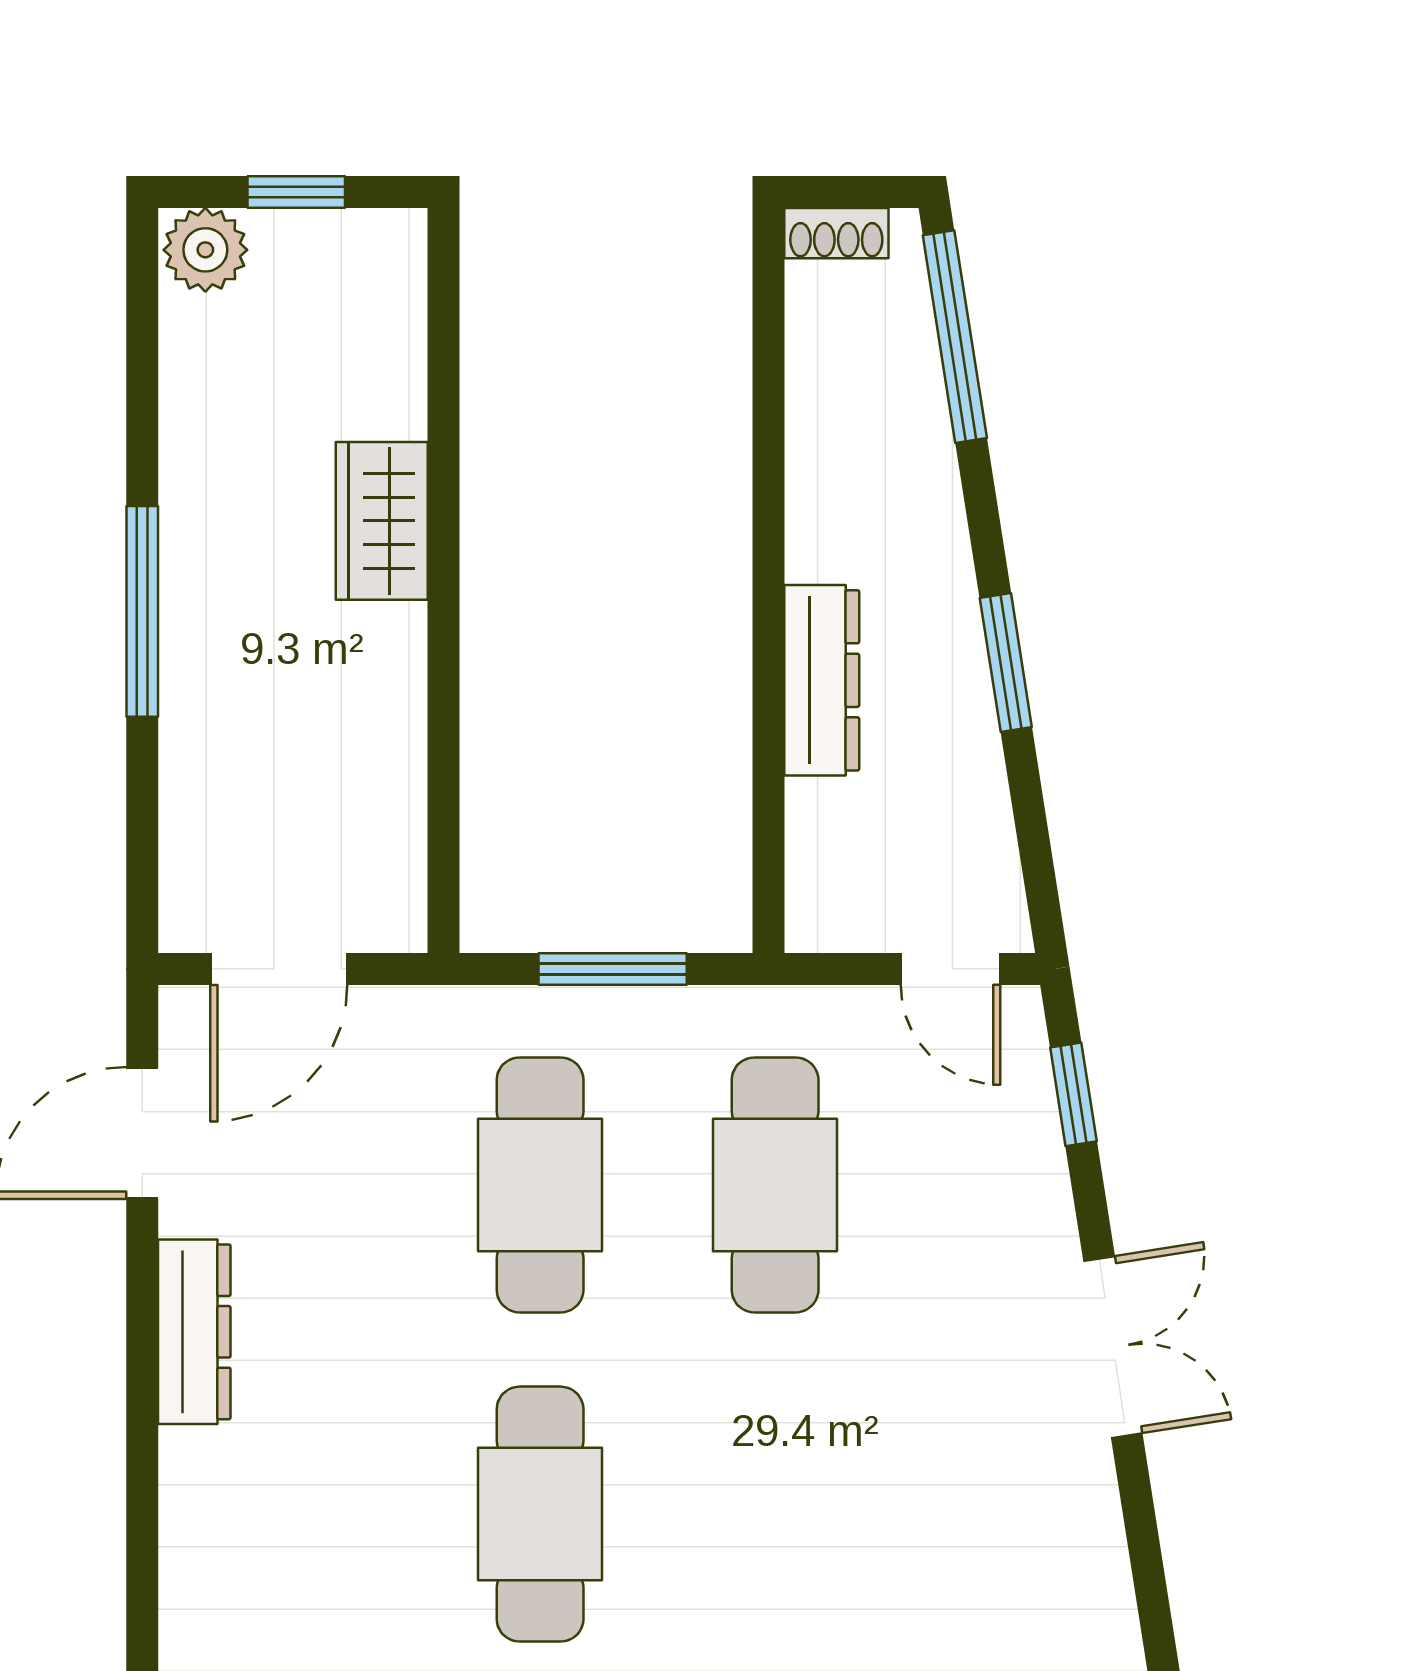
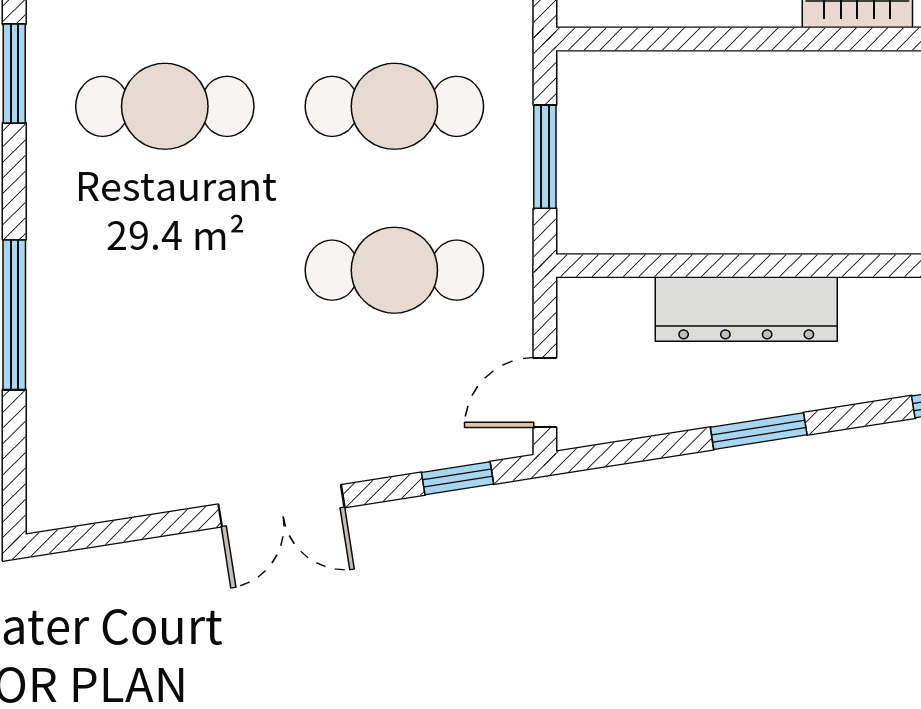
dresser: (822, 680) -> (746, 309), width x1.37, depth x1.24

